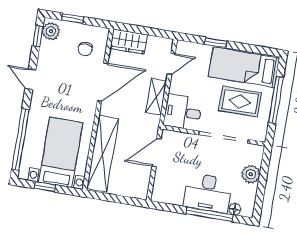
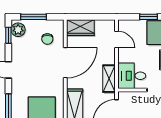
window: (73, 19) -> (34, 17), width x1.50
door: (171, 64) -> (117, 39), hinge flipped
shelving: (156, 97) -> (109, 79), moved

